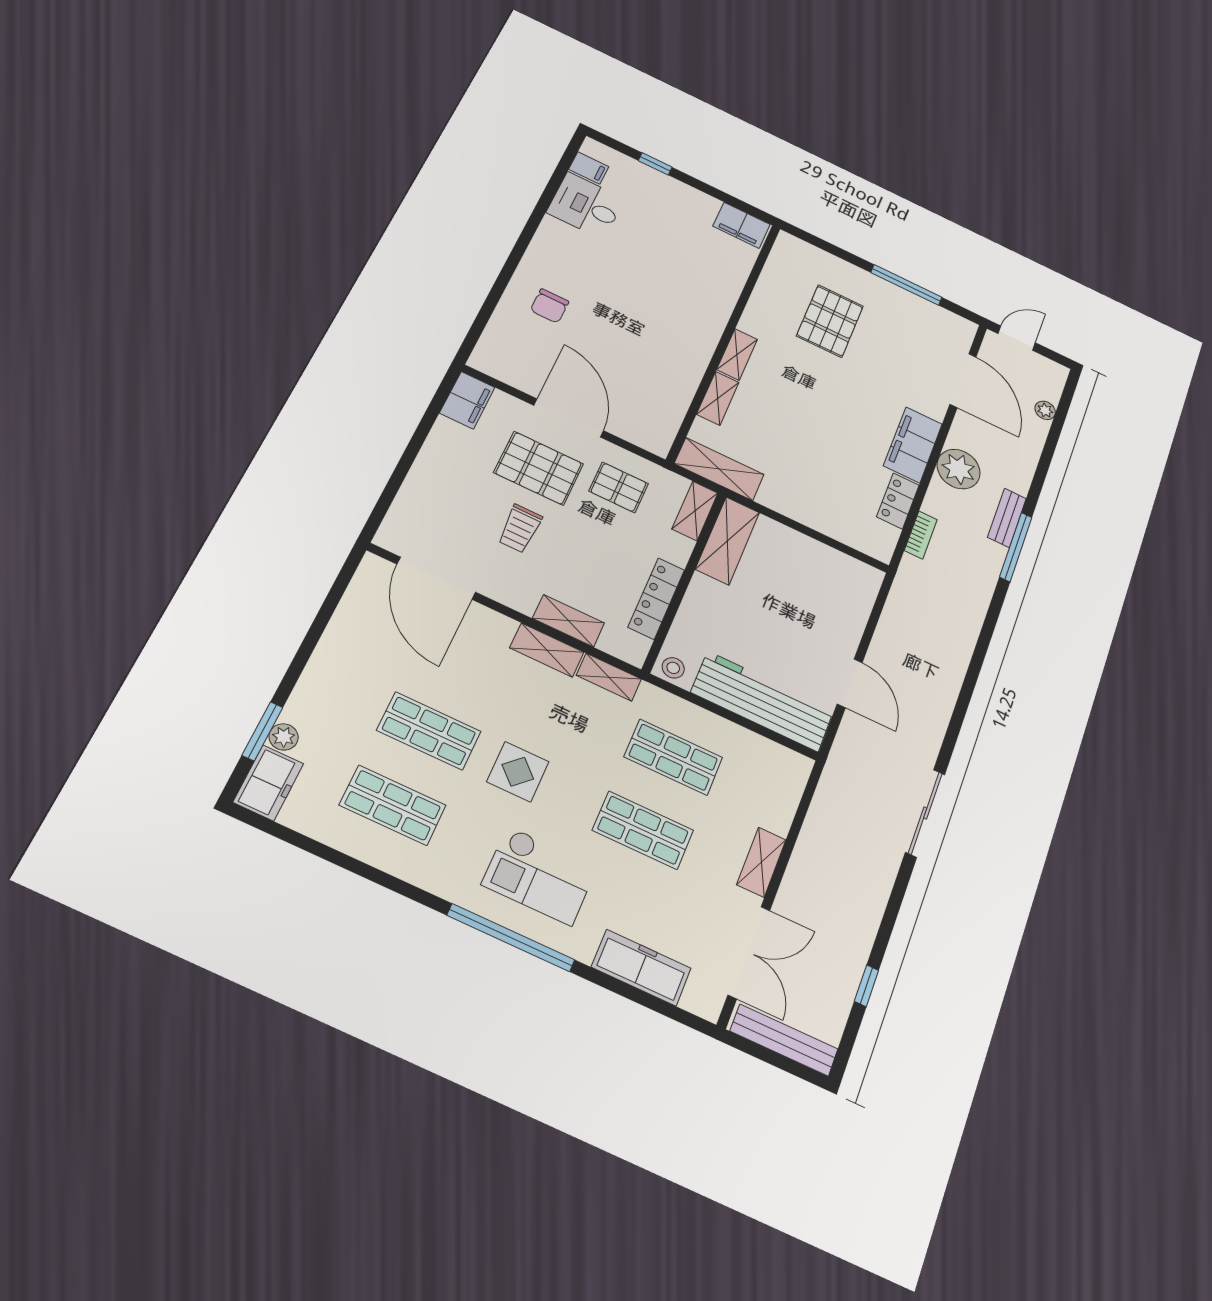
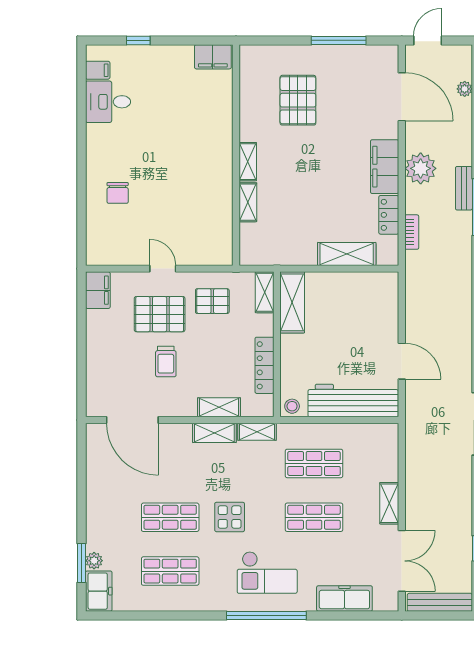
door: (569, 418) -> (163, 269), width x0.53
shelving: (719, 469) -> (347, 254), moved

